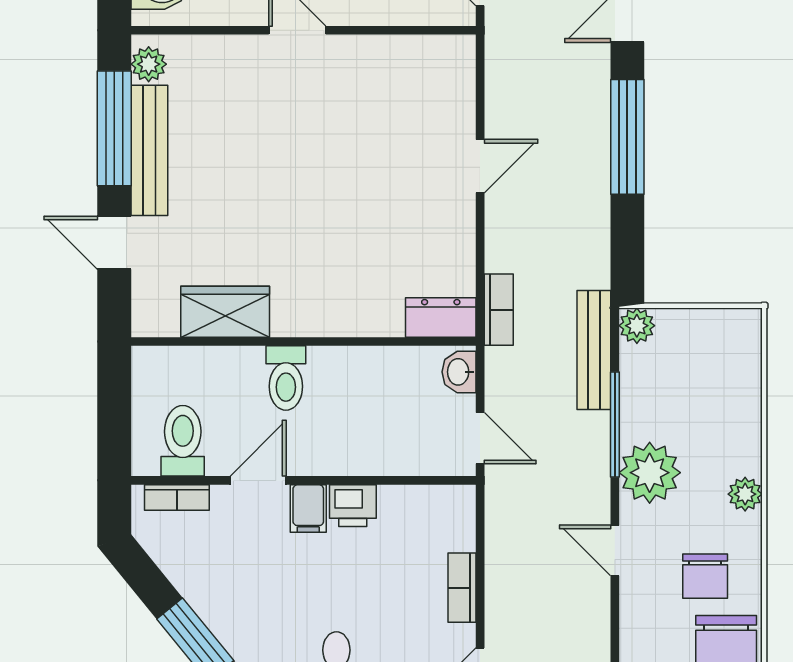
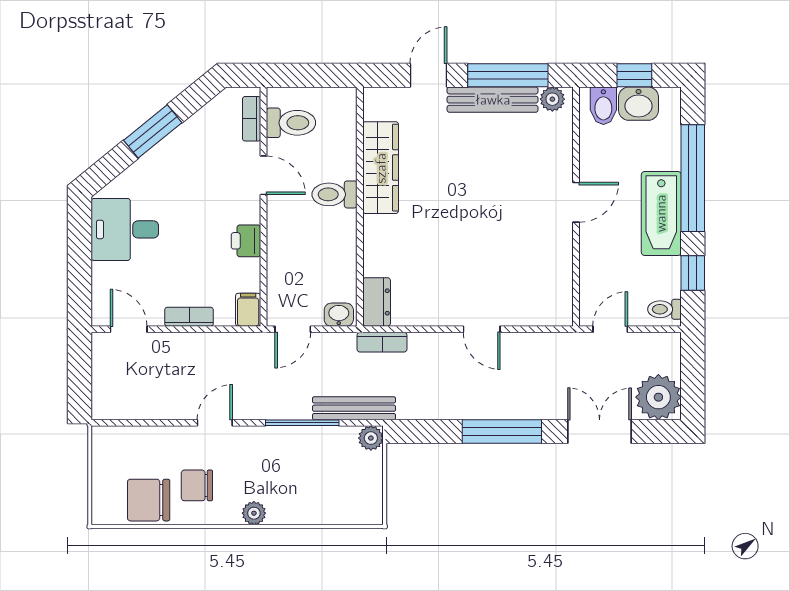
wardrobe: (225, 312) -> (381, 168), width x1.50
plant: (650, 473) -> (269, 447), removed
filing cabinet: (308, 508) -> (248, 310), moved, turned 90

